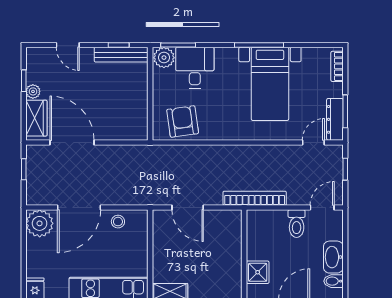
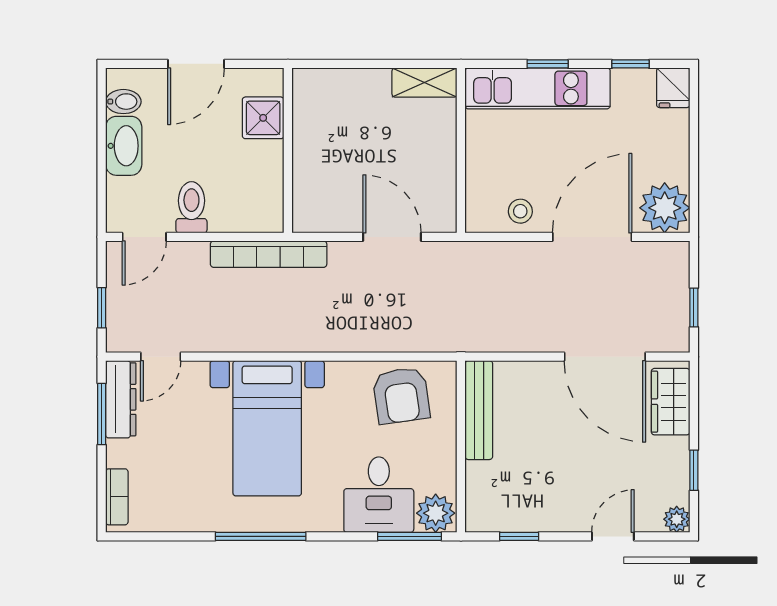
door: (68, 45) -> (613, 536), hinge flipped
bench: (121, 55) -> (479, 410), moved, turned 90
bed with nightstands: (270, 84) -> (267, 428), moved, turned 180
plant: (33, 91) -> (677, 519), moved

